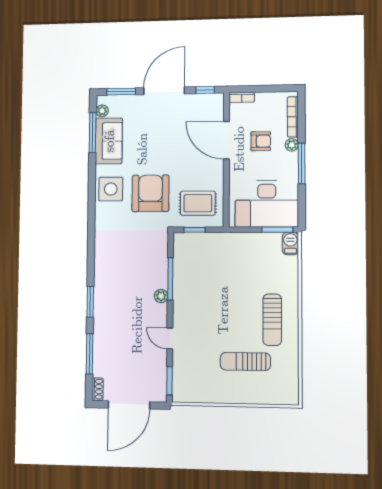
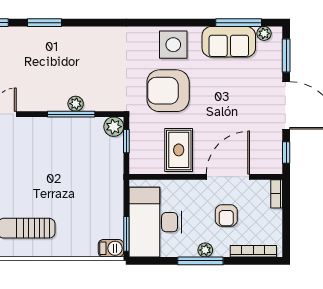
plant: (292, 145) -> (205, 250), moved
armchair: (150, 193) -> (168, 91), turned 180
rug: (198, 203) -> (179, 150), moved
plant: (182, 241) -> (114, 127), added
plant: (161, 296) -> (76, 104), moved

